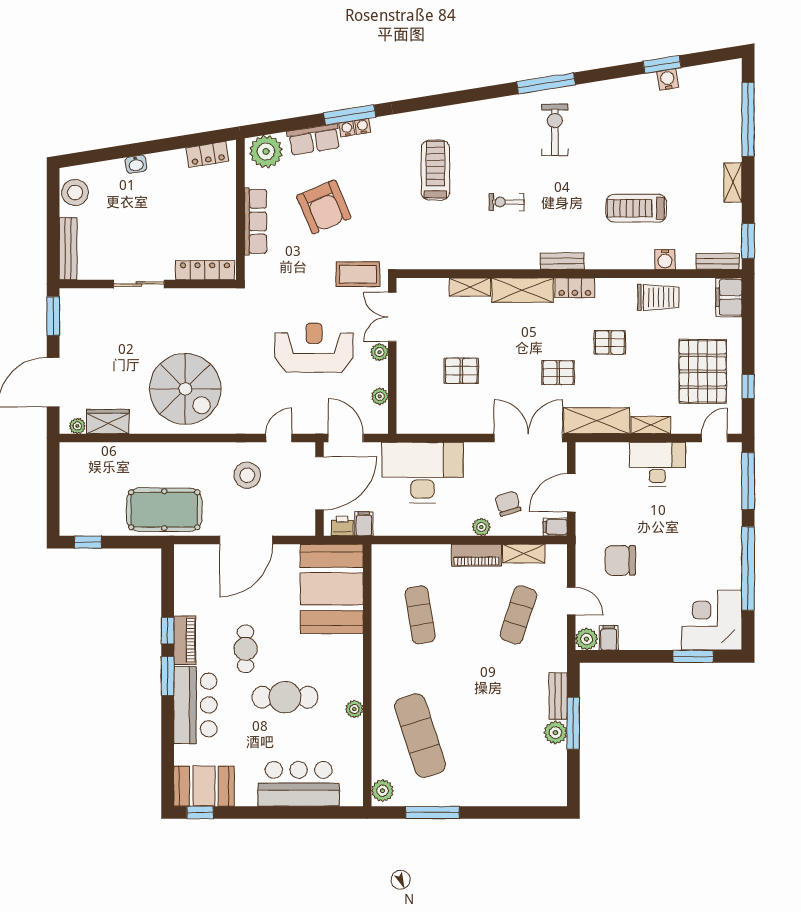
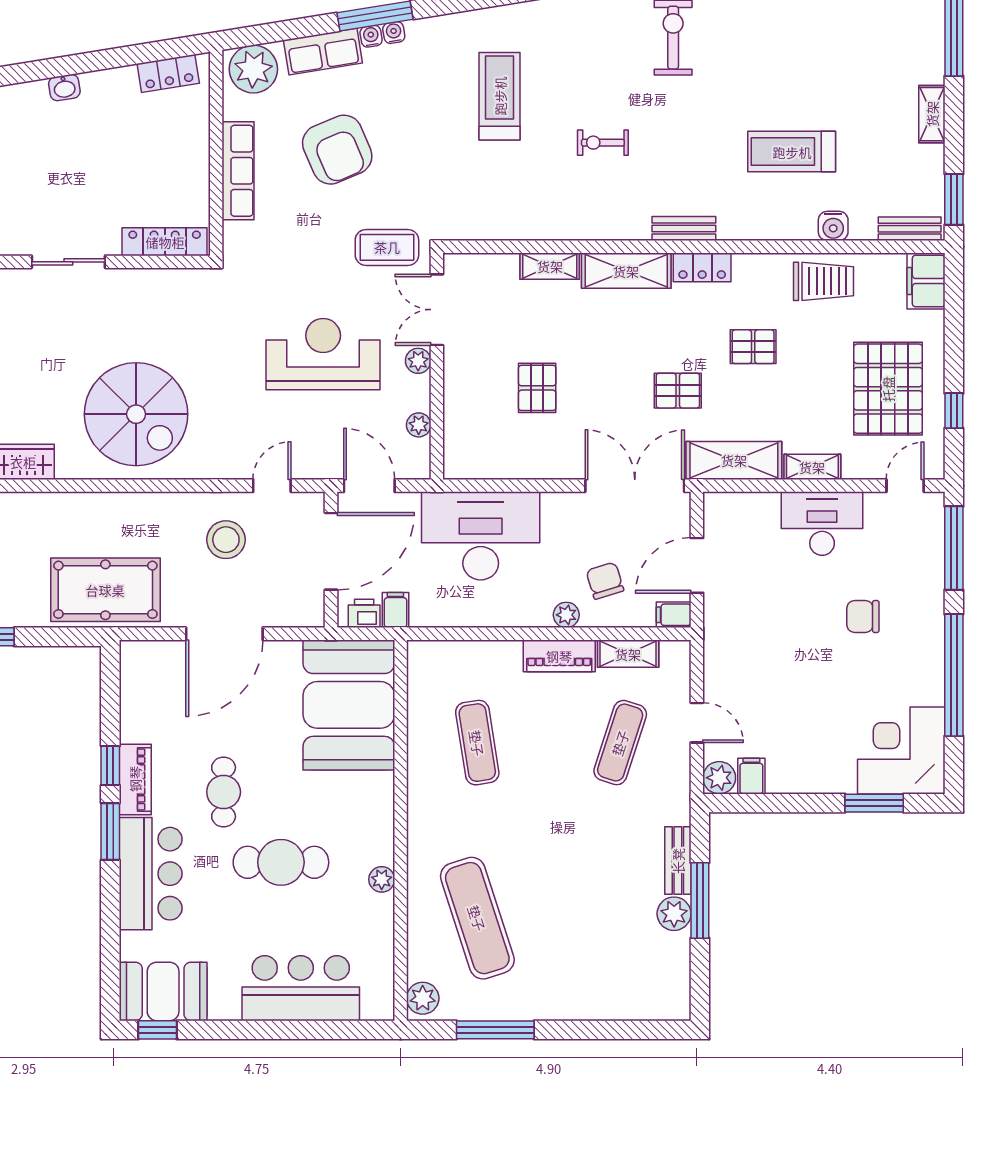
pallet: (461, 371) -> (537, 388), turned 90
chair: (620, 560) -> (863, 617), moved, width x0.73, depth x0.73

